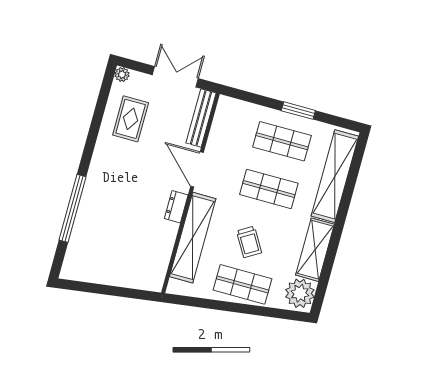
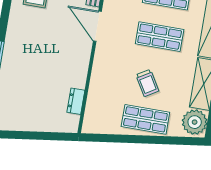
dresser: (176, 207) -> (76, 101), moved
shelving: (193, 238) -> (99, 84), removed

